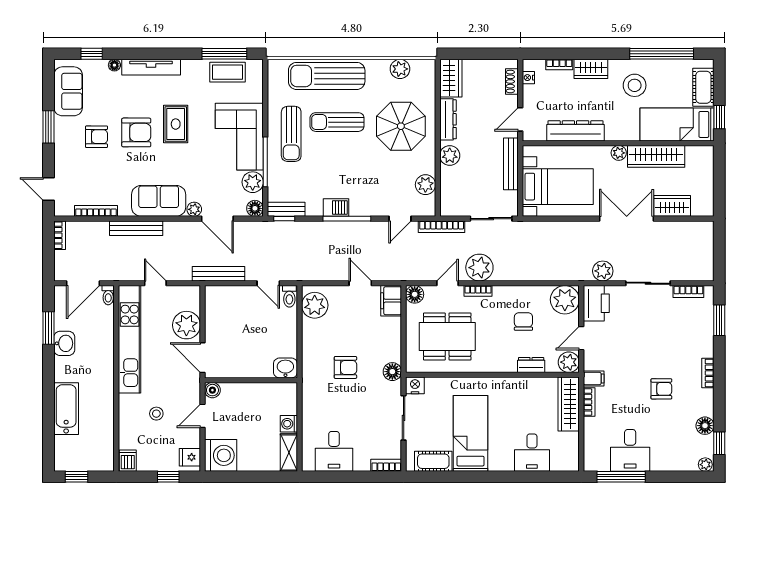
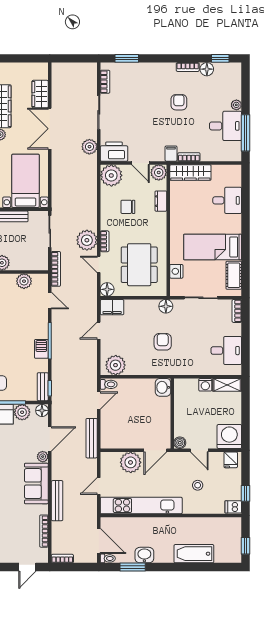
toilet: (108, 295) -> (108, 558), moved
bookcase: (708, 373) -> (188, 67), moved
nightstand: (415, 385) -> (176, 271), moved
plant: (705, 465) -> (236, 105), moved
window: (168, 477) -> (246, 493), moved

